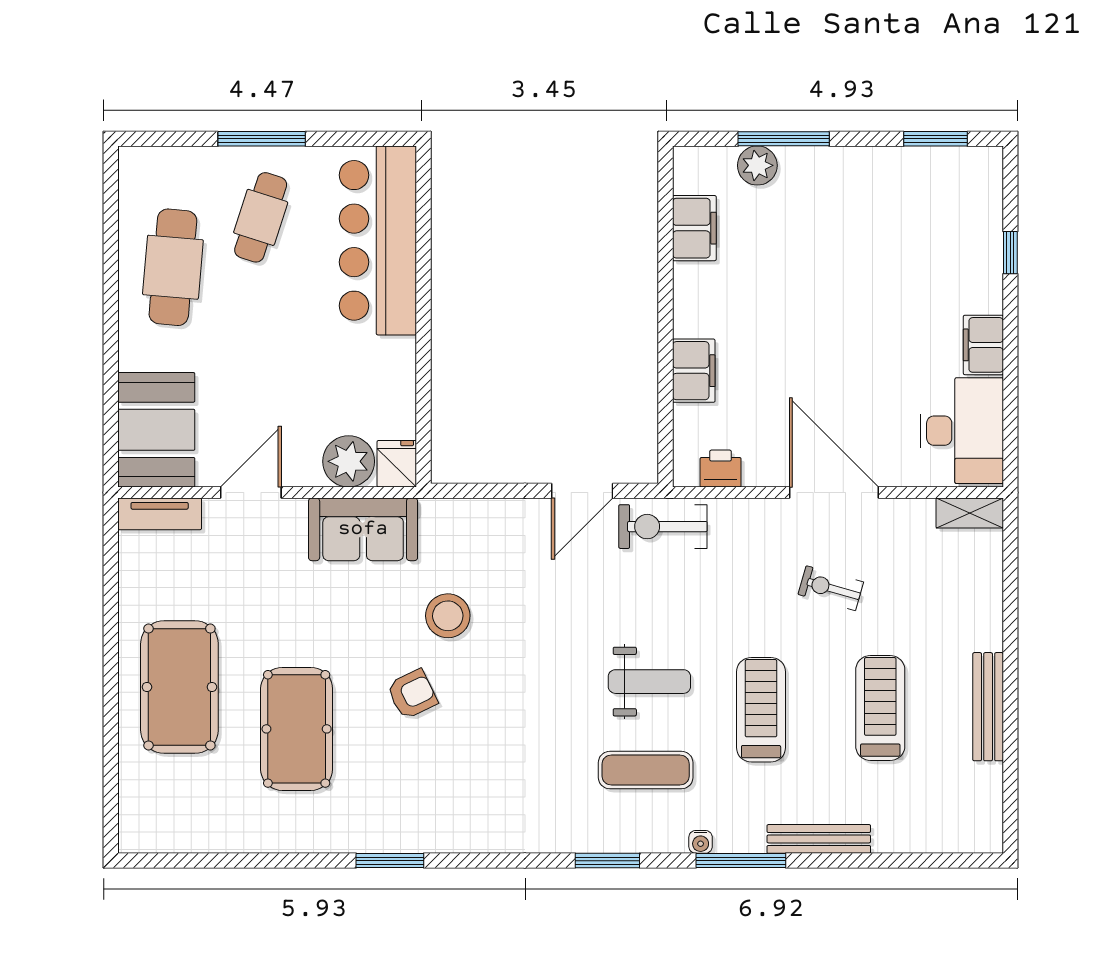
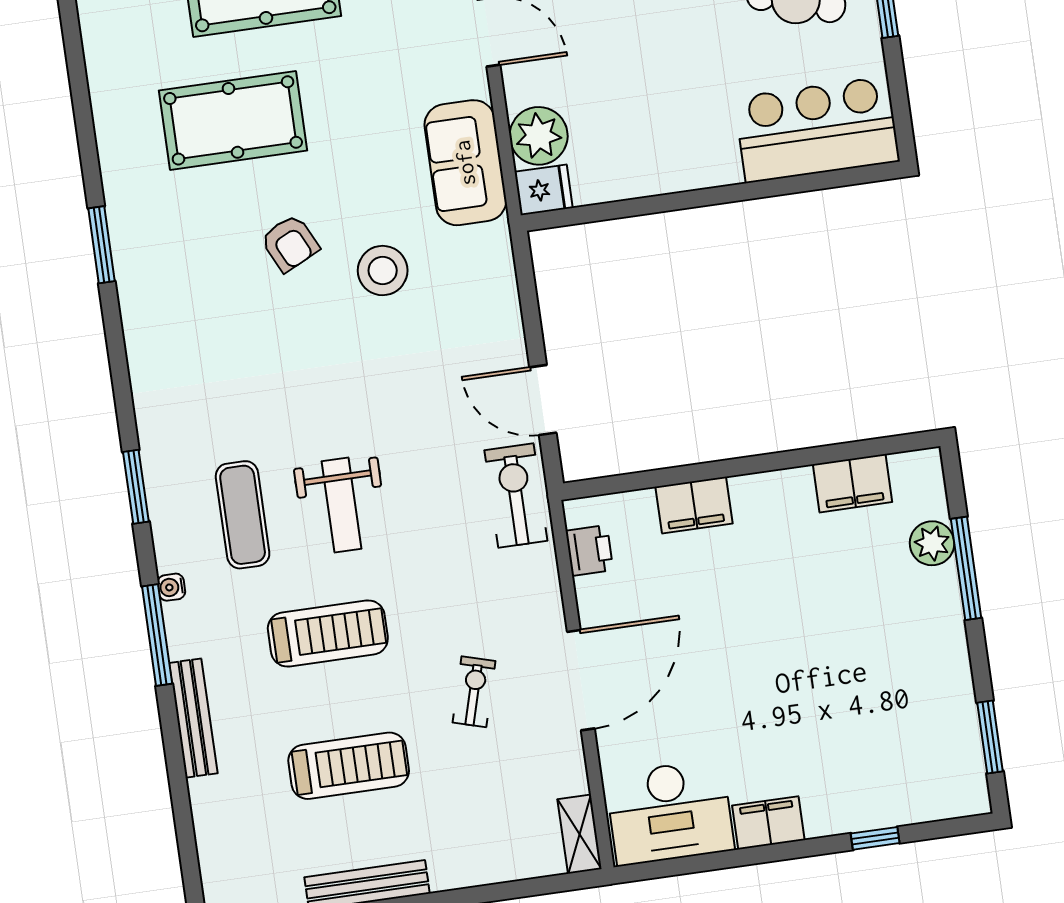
bar counter: (378, 240) -> (817, 130), width x0.73

